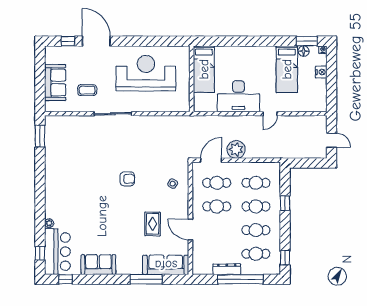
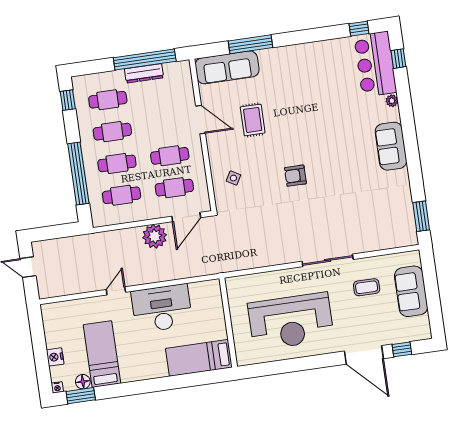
bed: (204, 69) -> (199, 358), moved, turned -90
window: (285, 203) -> (78, 174), width x3.17
sofa: (98, 265) -> (391, 146), moved, turned 90
window: (240, 279) -> (145, 59), moved

